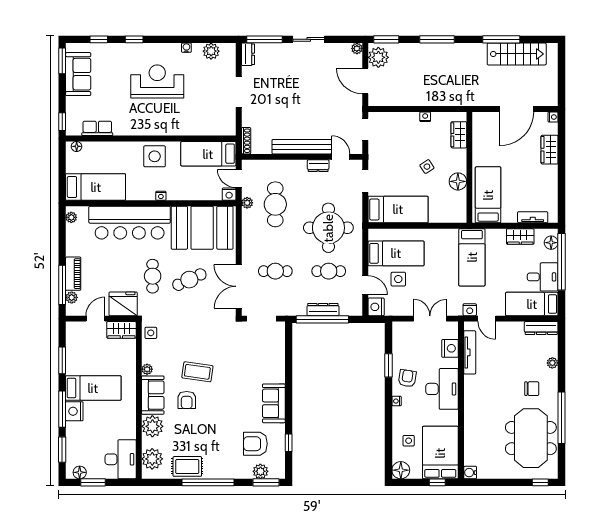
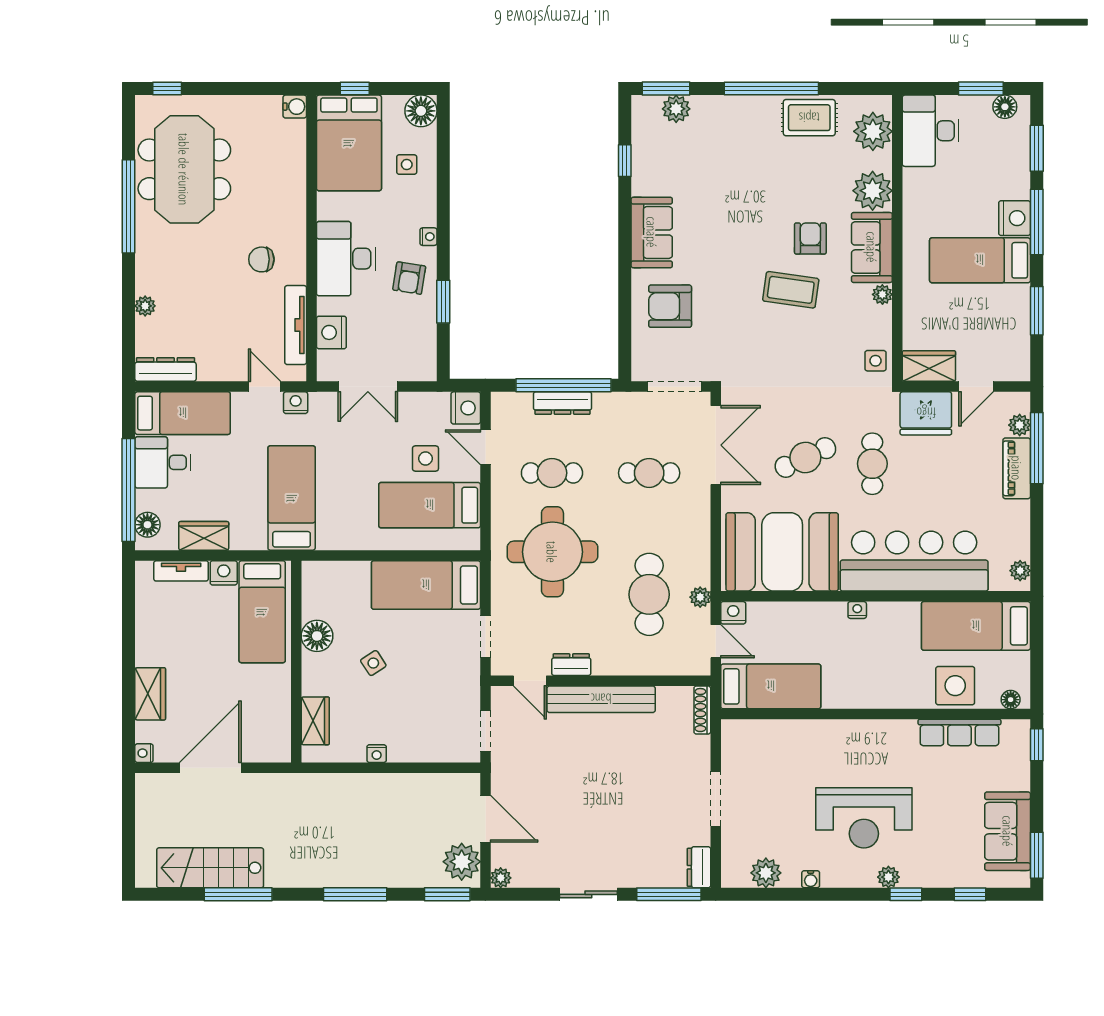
plant: (144, 49) -> (888, 877), added
row of seats: (97, 128) -> (959, 732), width x1.48
side table: (155, 156) -> (955, 686), moved
nightstand: (509, 216) -> (224, 573), added
chair: (532, 389) -> (261, 259), moved
armchair: (255, 444) -> (670, 306), moved, turned 180

